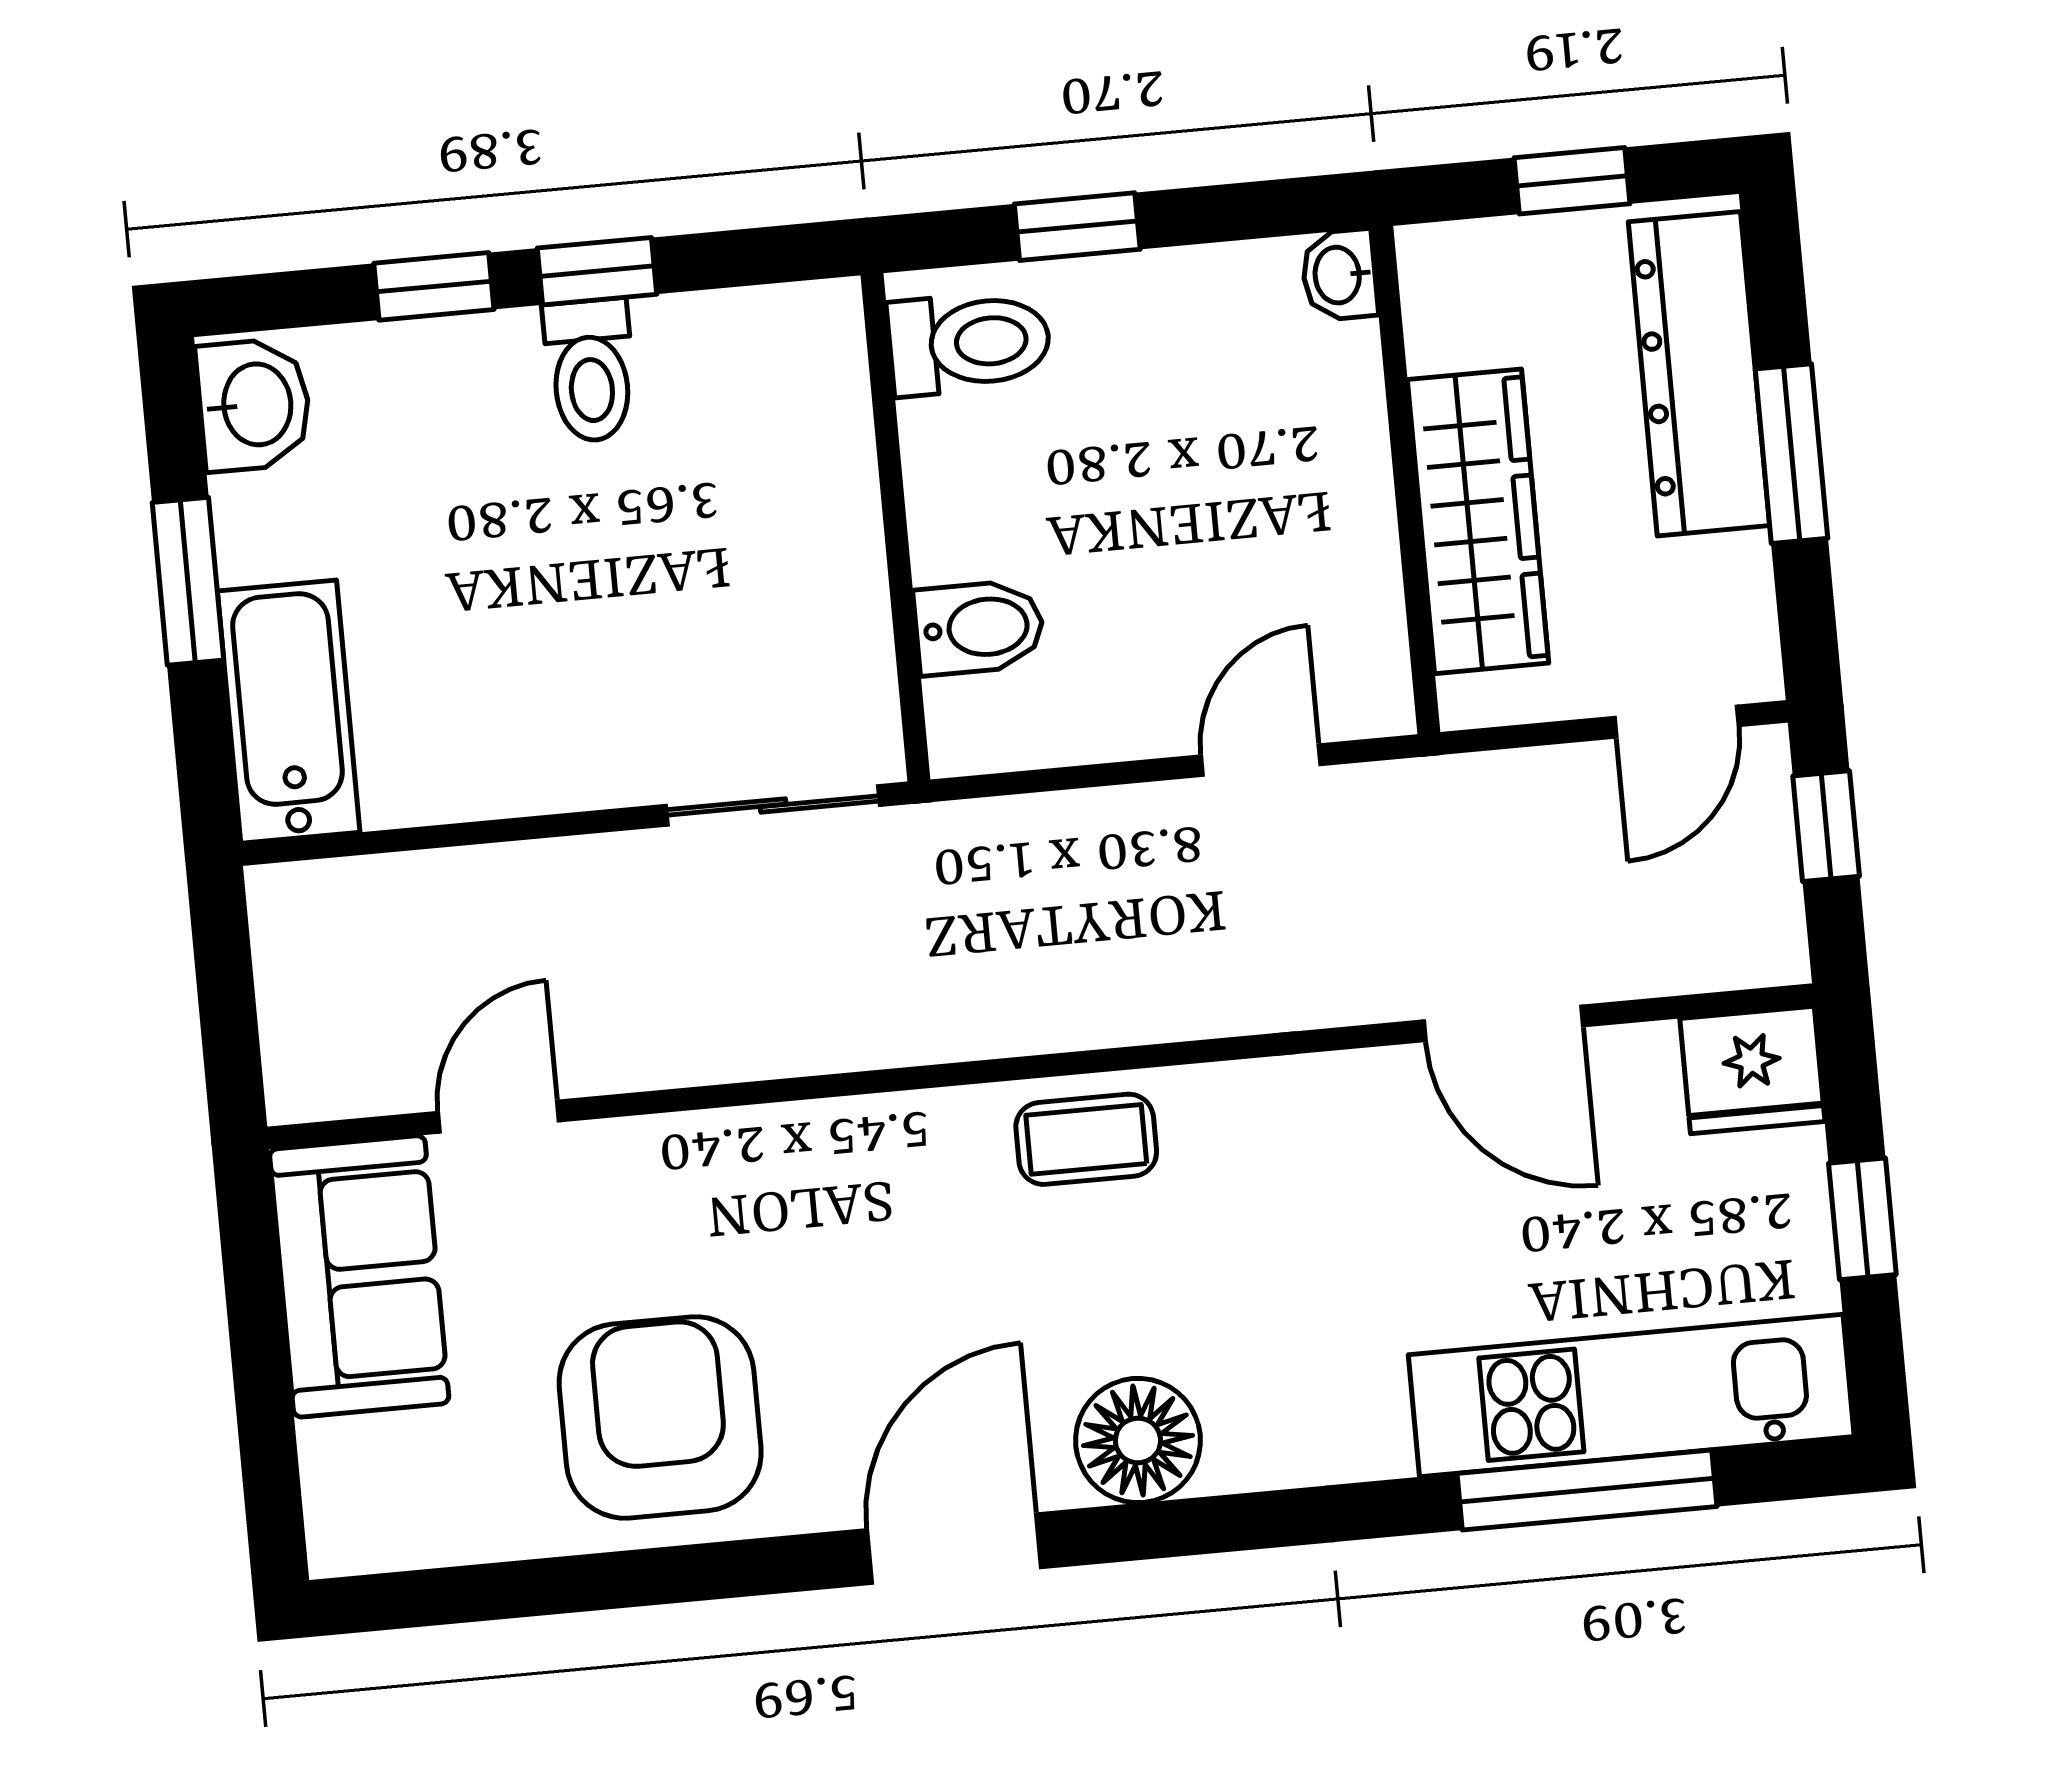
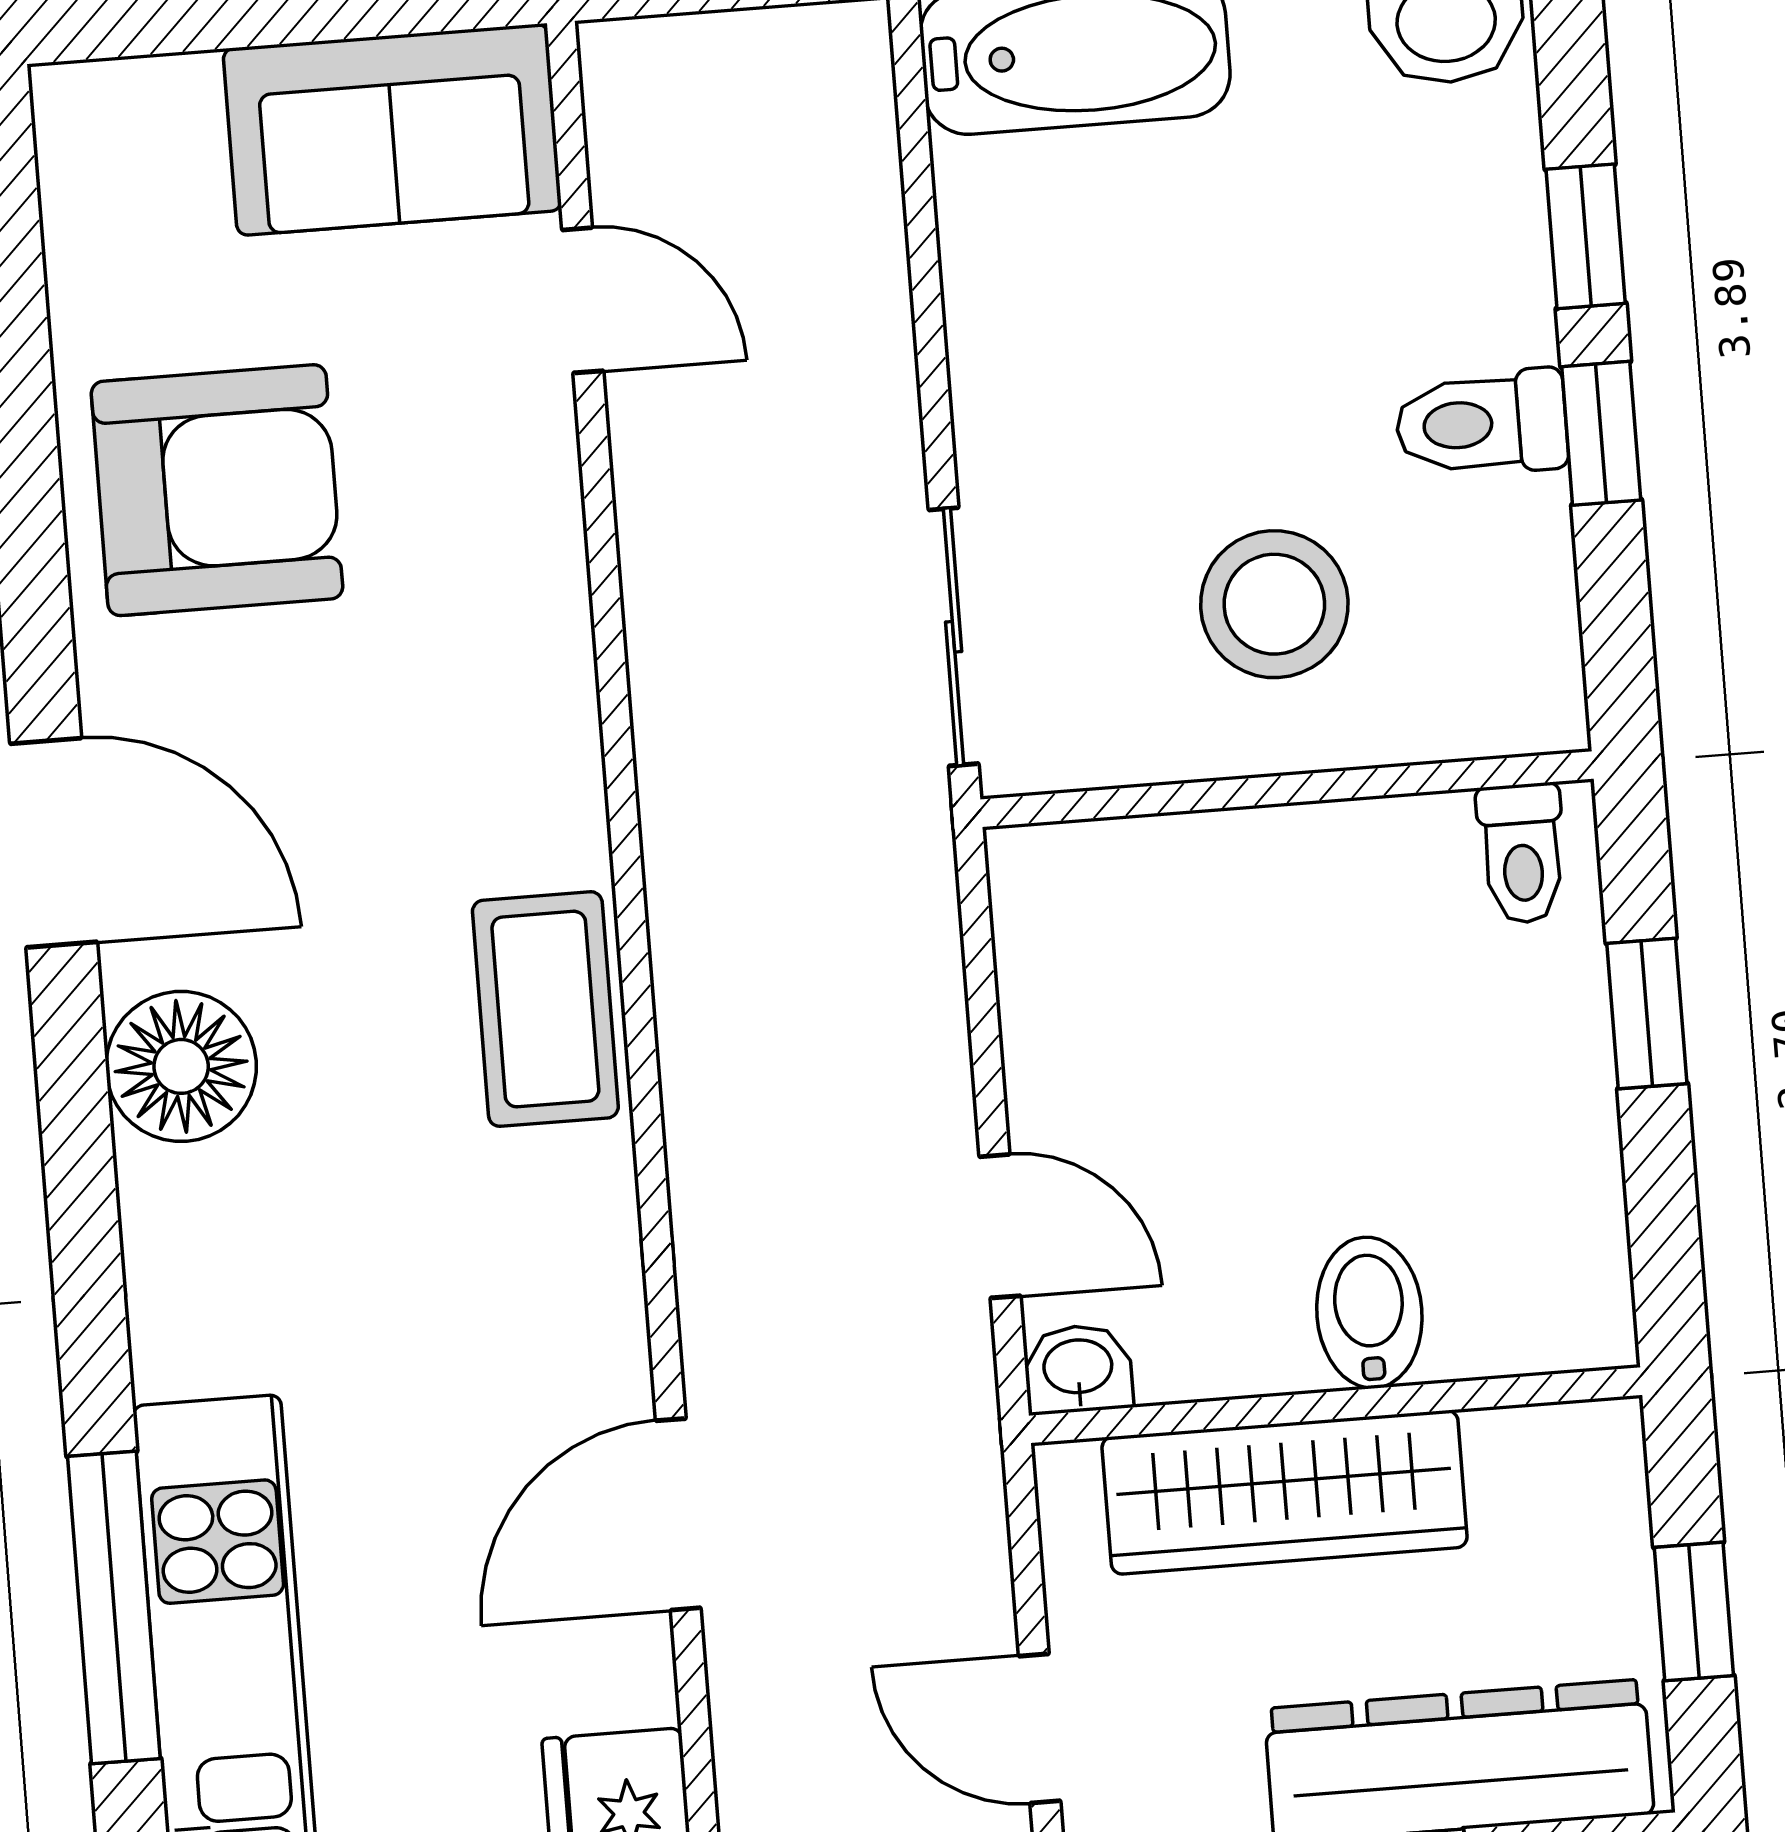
washbasin: (1339, 275) -> (1078, 1369), moved
toilet: (969, 343) -> (1522, 854), width x0.73, depth x0.72
stool: (742, 540) -> (1274, 604), added
bidet: (979, 628) -> (1369, 1313), moved, turned 180
coffee table: (1086, 1139) -> (545, 1009), width x1.36, depth x1.30

